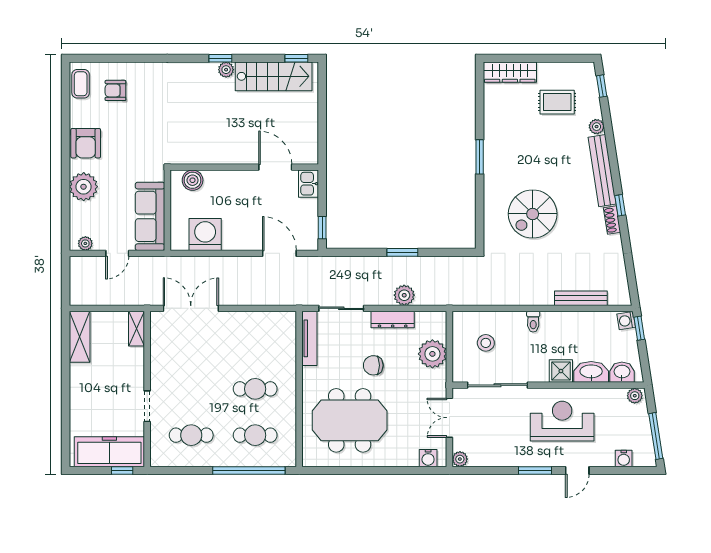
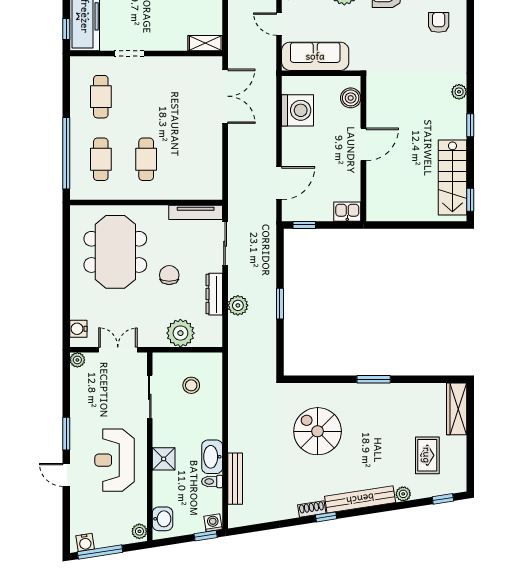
plant: (226, 70) -> (459, 92), moved
door: (275, 167) -> (363, 144), moved
toilet: (533, 322) -> (212, 481), moved
washbasin: (591, 372) -> (212, 457), moved, turned 180
sliding door: (498, 385) -> (150, 397), width x0.73
reception desk: (562, 421) -> (115, 460), turned 180
water cooler: (624, 458) -> (85, 542), moved, turned -99

